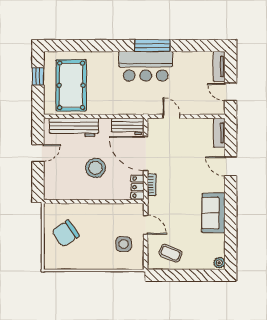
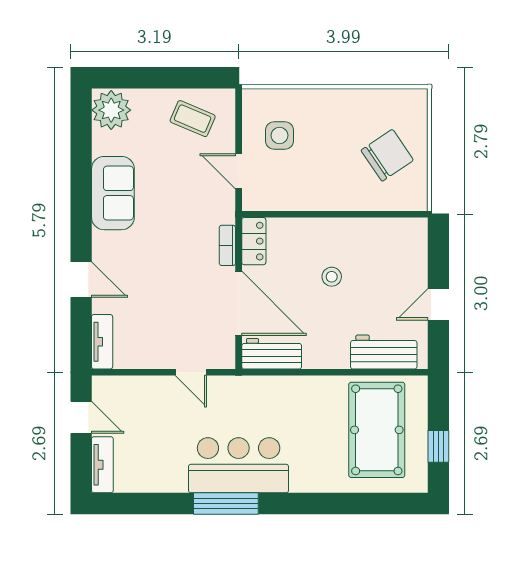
workbench: (74, 127) -> (384, 352), width x0.73
stool: (95, 168) -> (332, 277), width x0.53, depth x0.53
plant: (219, 263) -> (111, 110), width x1.88, depth x1.88

